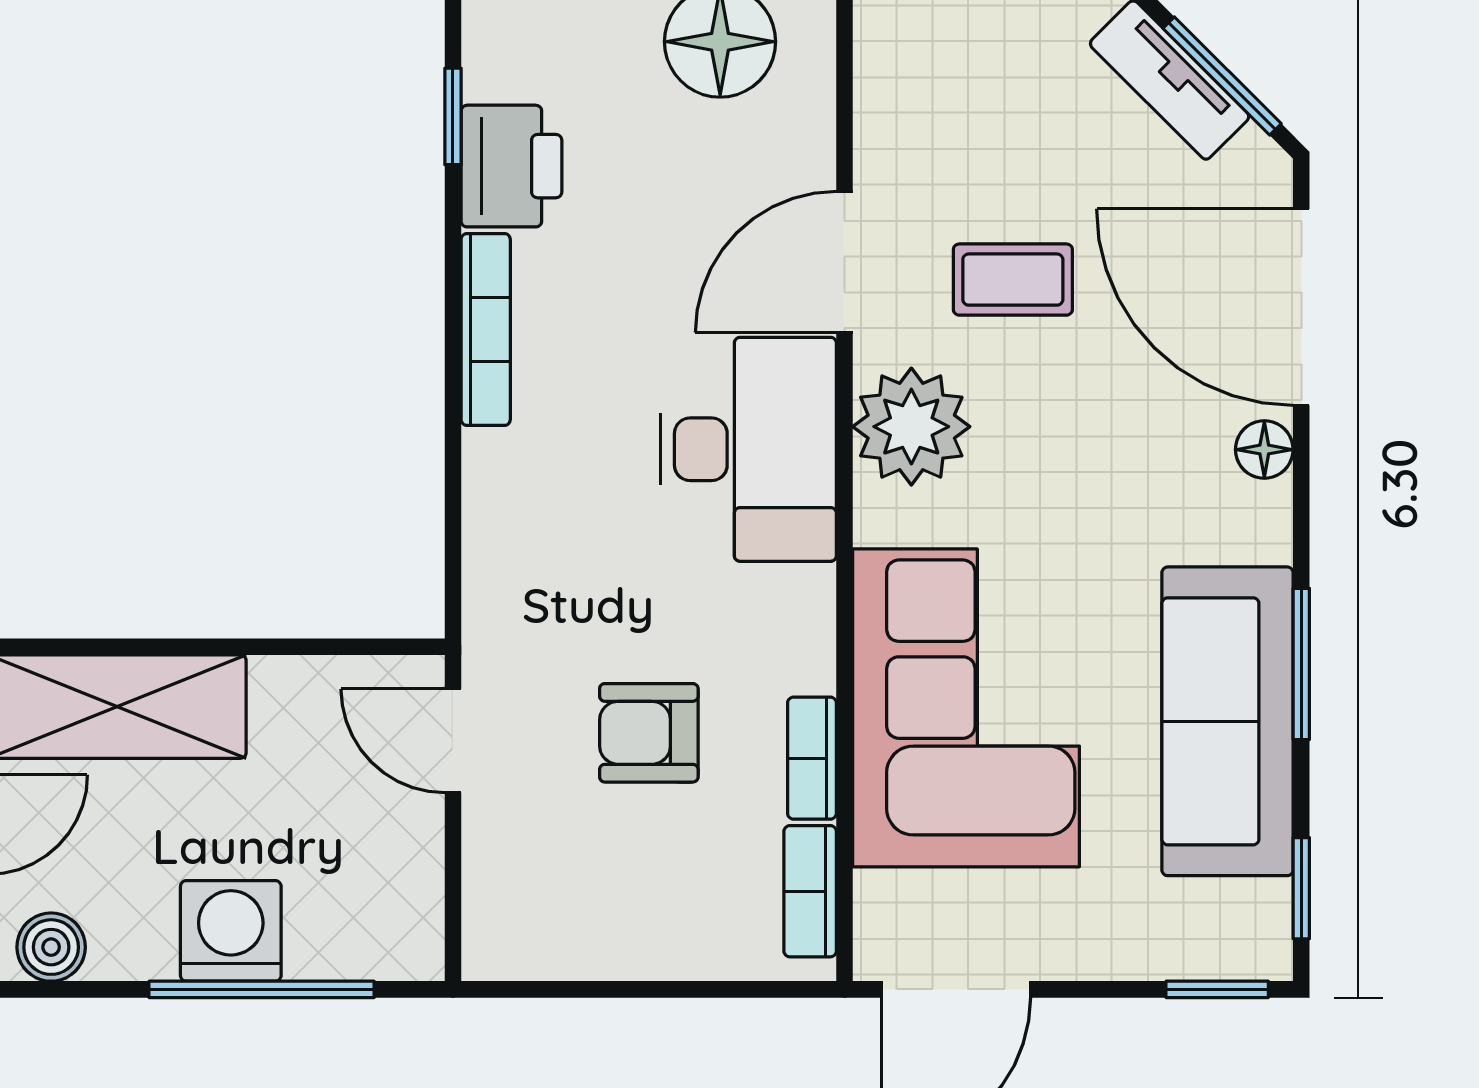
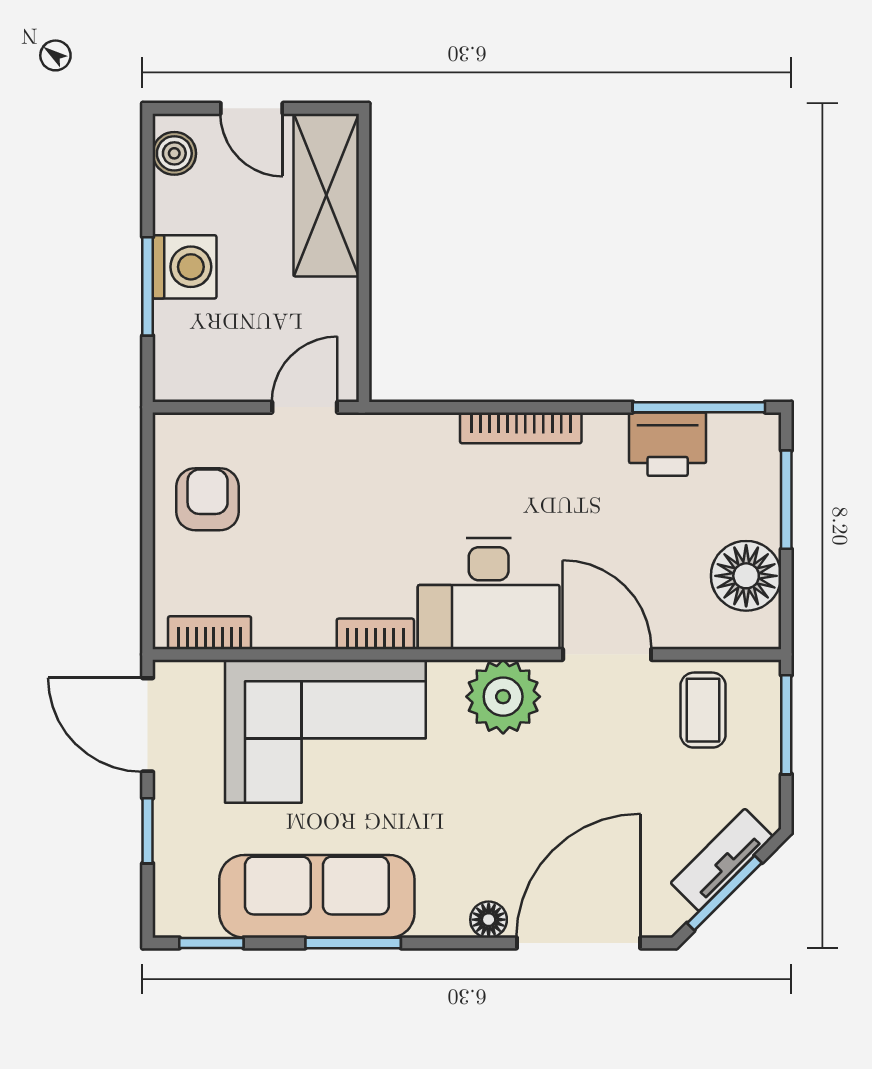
window: (453, 116) -> (699, 407), width x2.17
coffee table: (1013, 280) -> (703, 710), moved
bookcase: (486, 329) -> (521, 428), moved
armchair: (649, 733) -> (208, 499), moved
bookcase: (812, 758) -> (375, 634), moved
window: (262, 989) -> (148, 286), width x0.69
window: (1217, 989) -> (148, 831), moved

